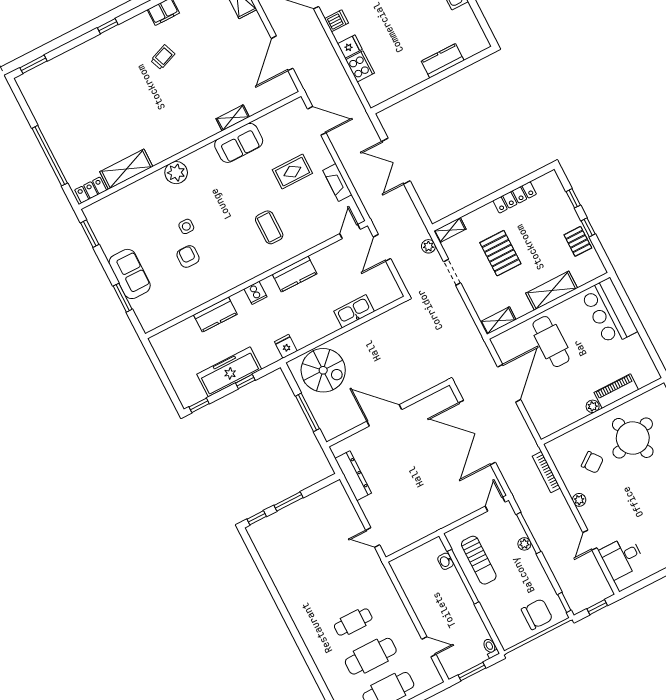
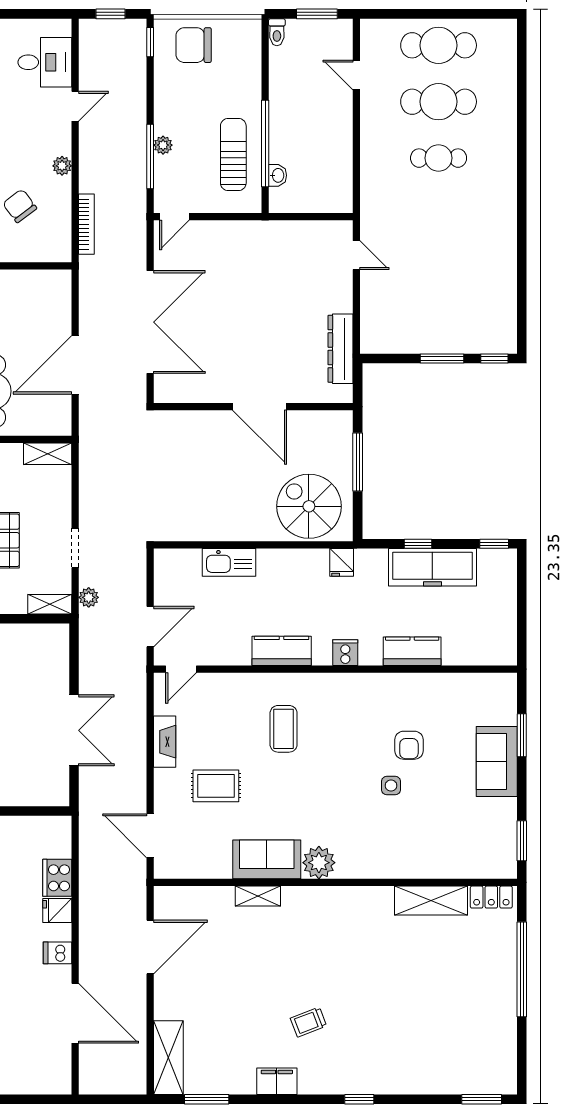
plant: (176, 173) -> (319, 863), moved

